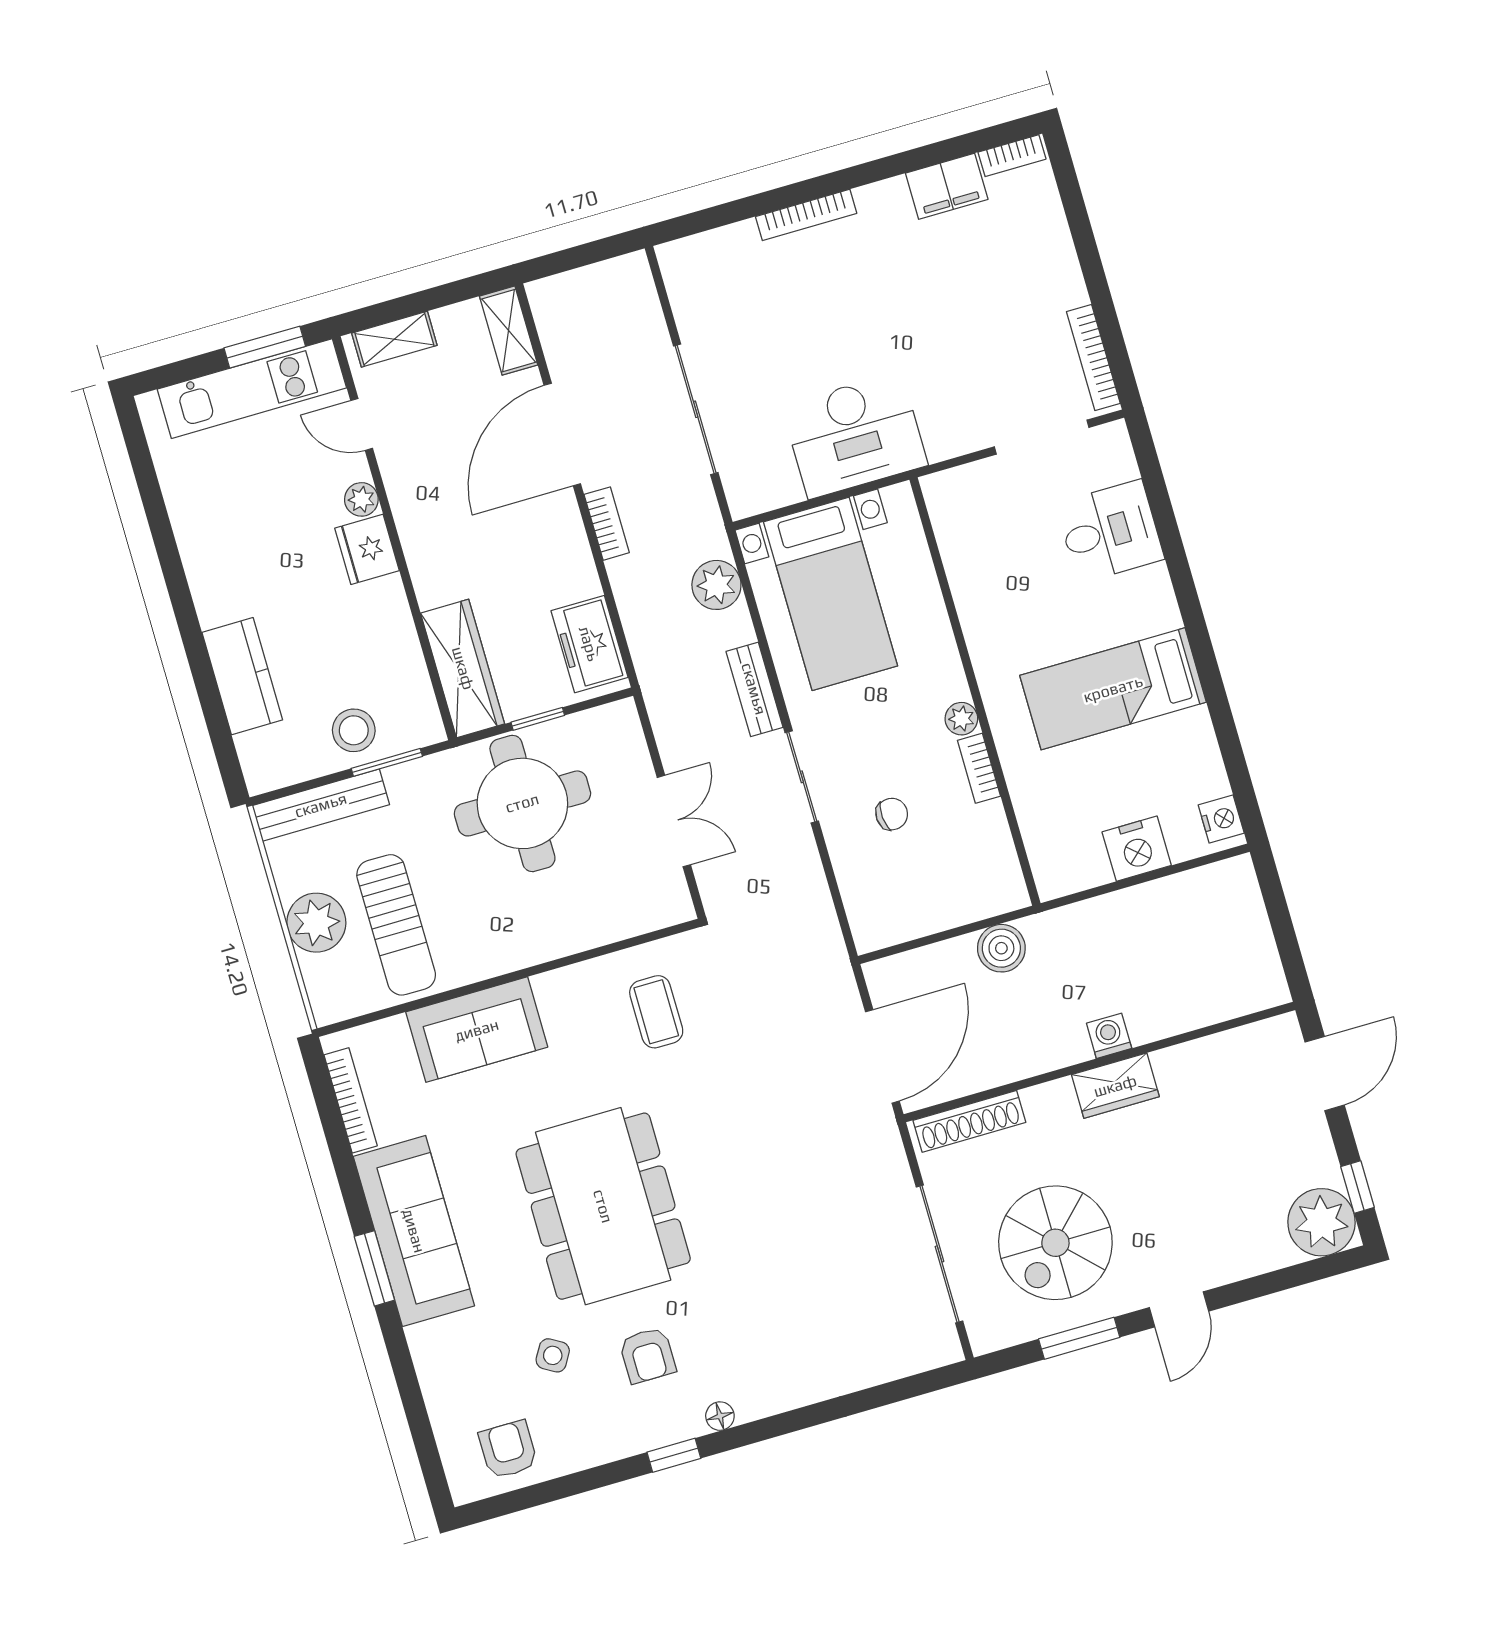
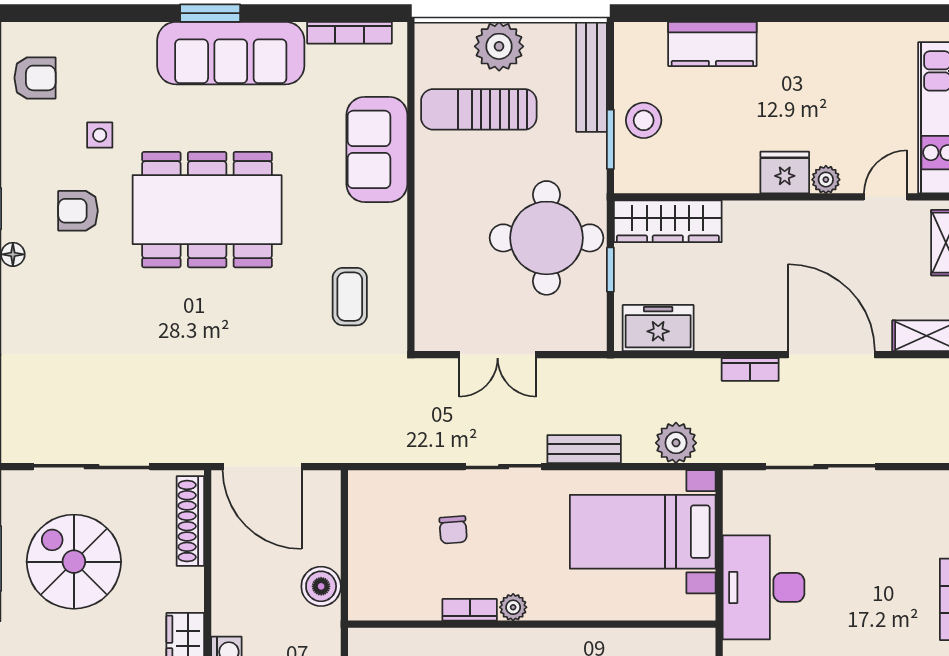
coffee table: (656, 1012) -> (350, 297), turned 90
side table: (553, 1355) -> (100, 135), turned -31

